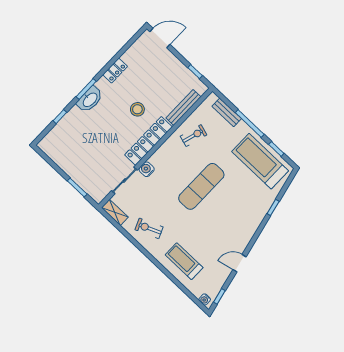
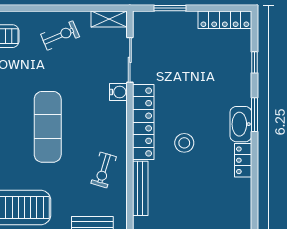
washbasin: (90, 100) -> (241, 124), moved
locker: (54, 154) -> (225, 20), added

